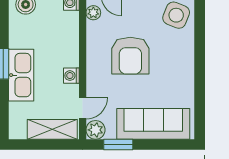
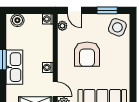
door: (83, 108) -> (55, 89), hinge flipped

